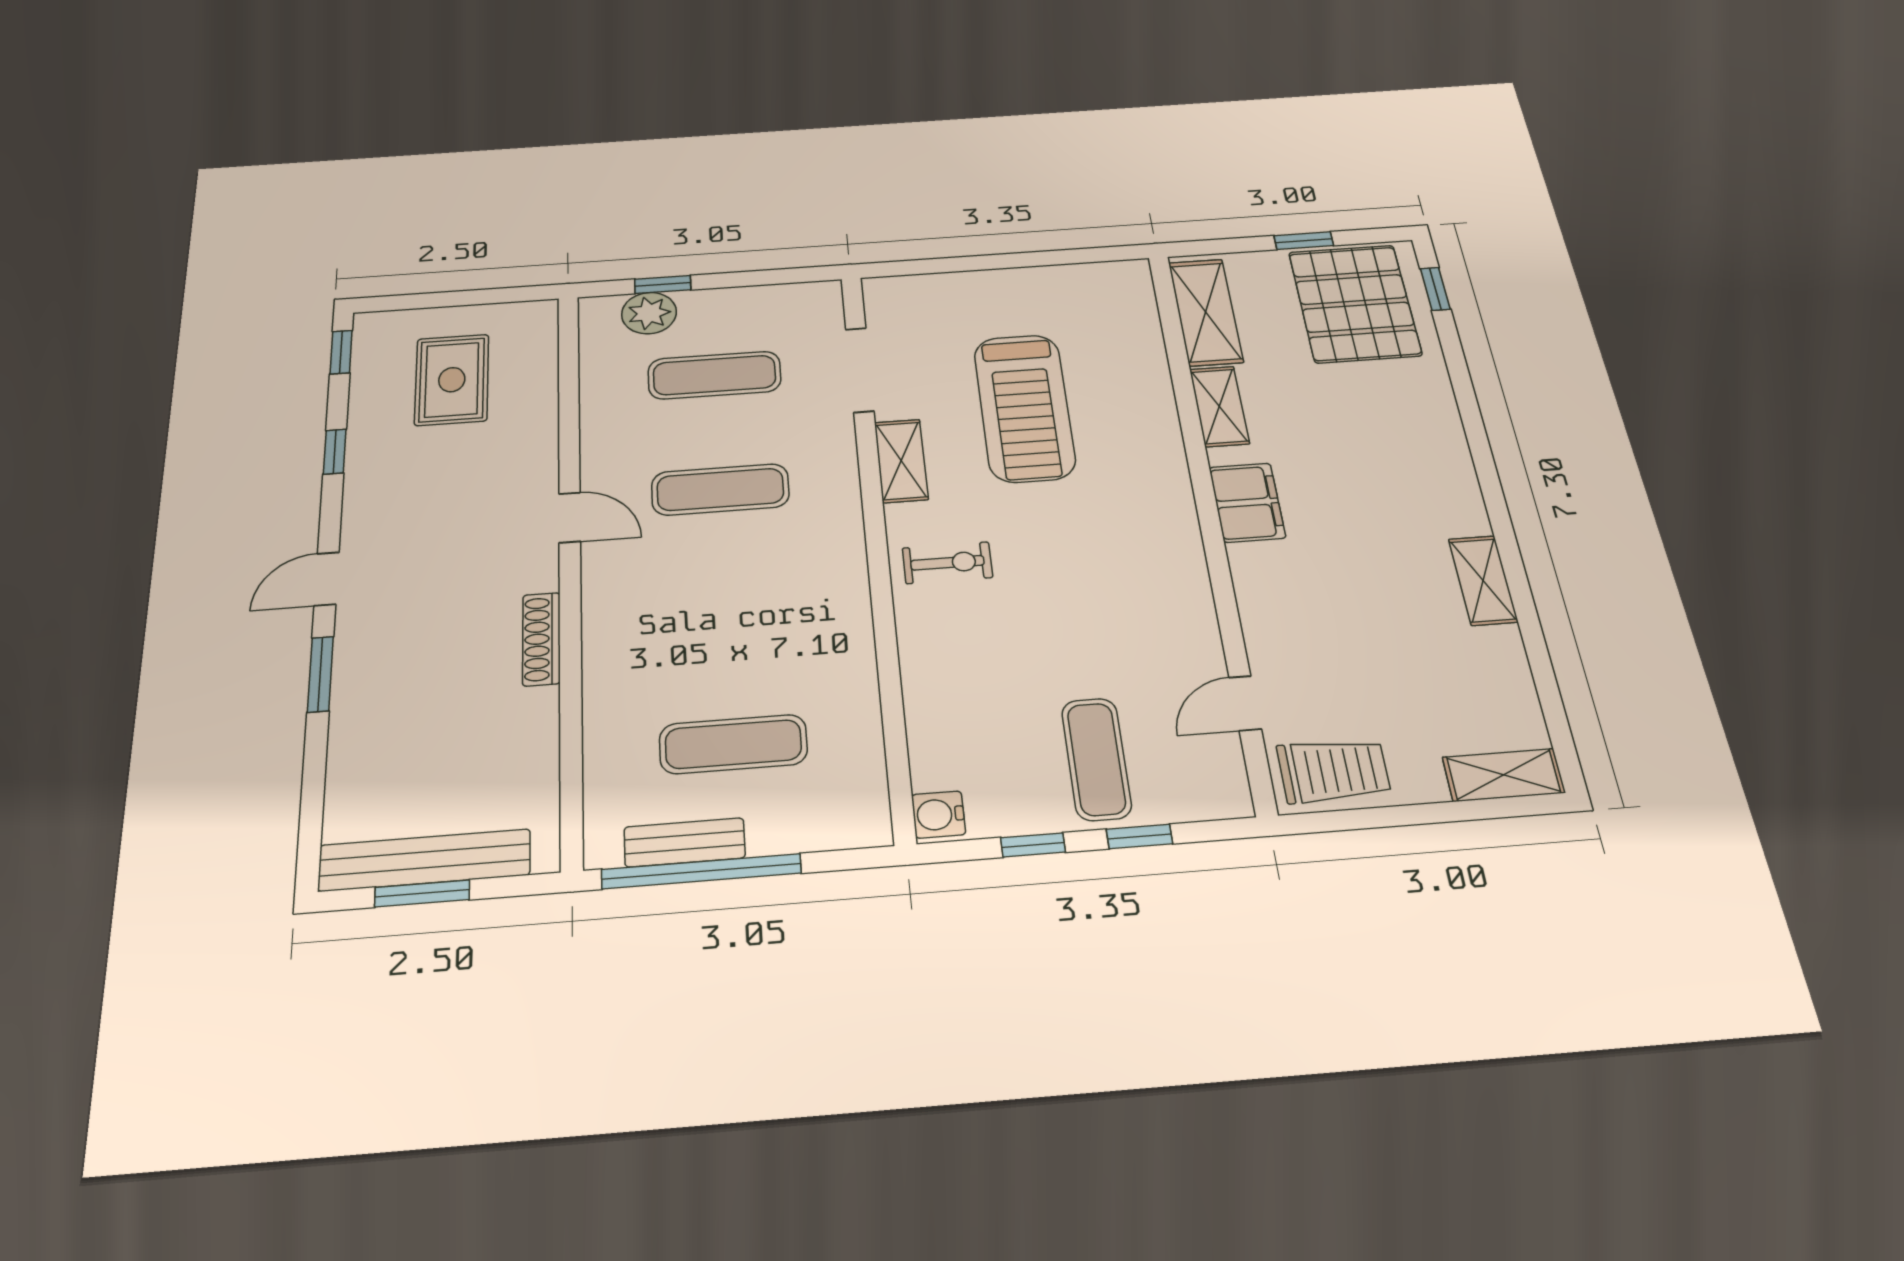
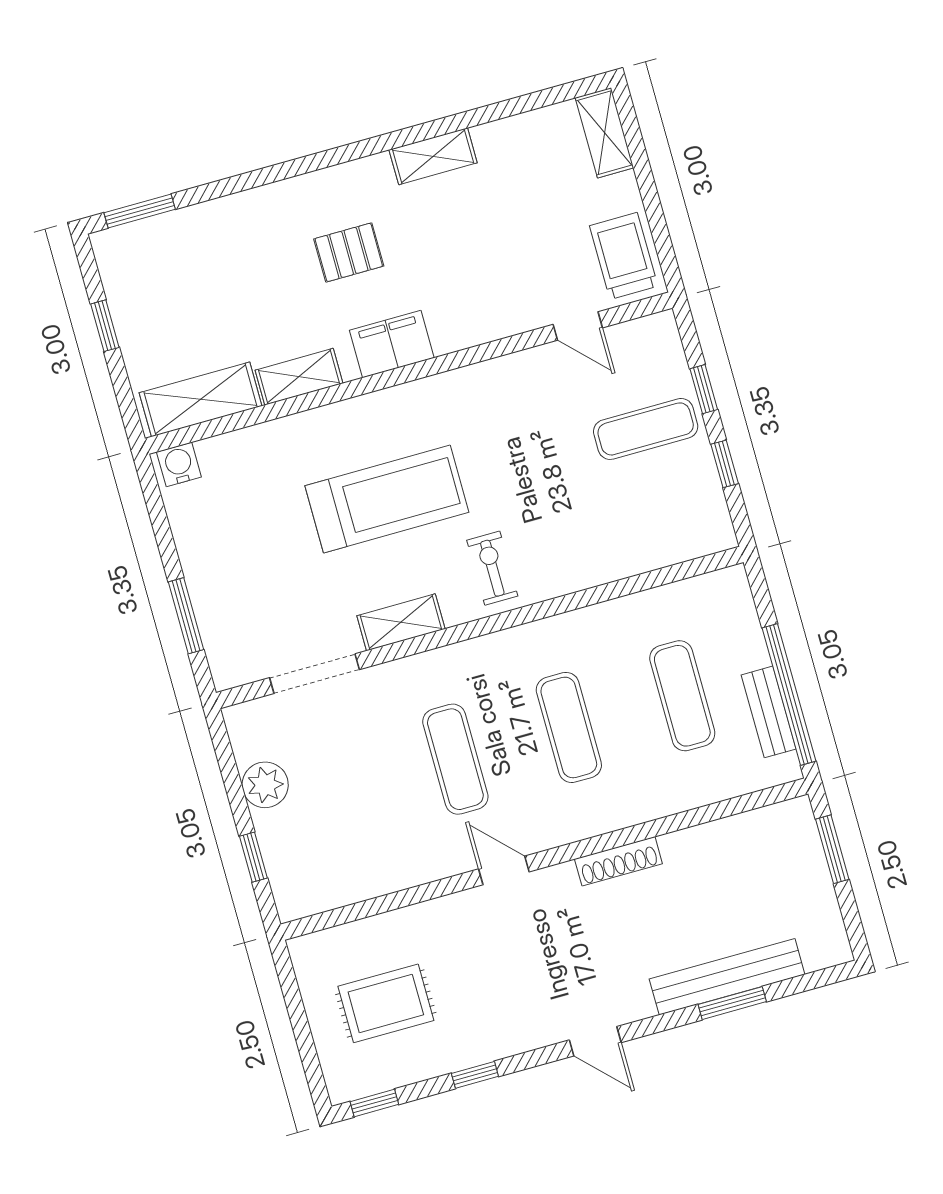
window: (956, 264) -> (186, 616), added
window: (1435, 289) -> (140, 211), width x1.50
pallet: (1355, 303) -> (349, 252), moved, width x0.49, depth x0.50
plant: (649, 313) -> (265, 785), moved
exercise mat: (714, 375) -> (569, 727), moved
treadmill: (1024, 408) -> (387, 499), moved
door: (570, 518) -> (504, 870), hinge flipped
window: (320, 674) -> (732, 1003), moved
water cooler: (938, 815) -> (179, 464), moved, turned 180
bench: (425, 860) -> (727, 977), moved, turned 90
window: (422, 893) -> (832, 849), moved

